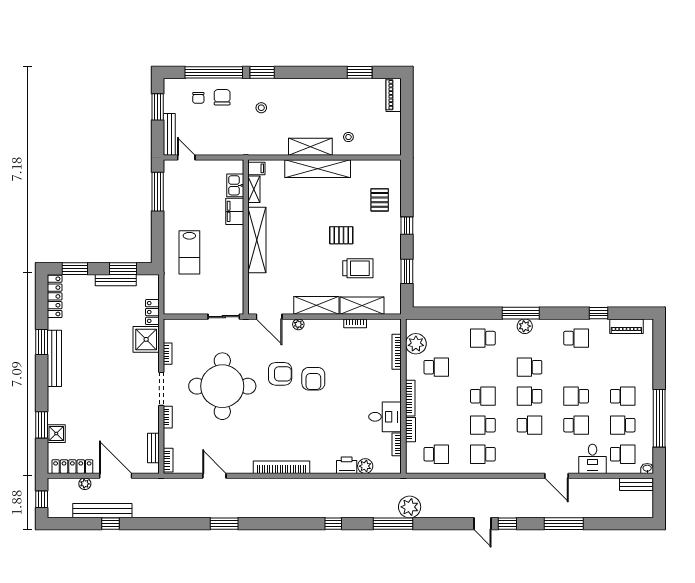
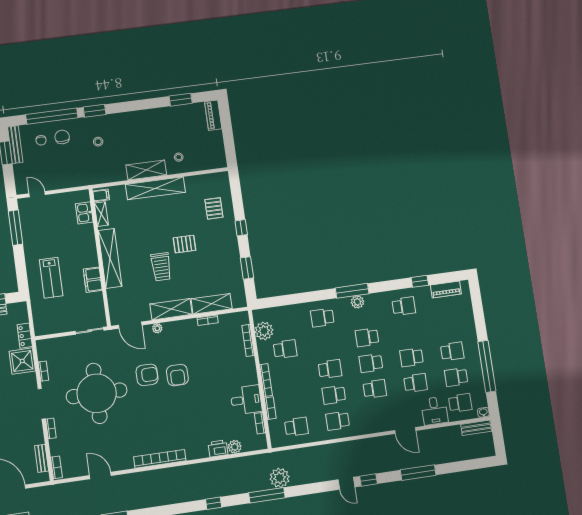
bench: (169, 134) -> (15, 145), moved
filing cabinet: (235, 211) -> (93, 280), moved
trolley: (358, 268) -> (161, 267), moved, turned 90

